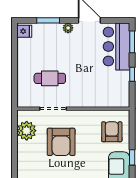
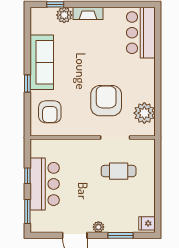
bar counter: (116, 47) -> (45, 184), moved

